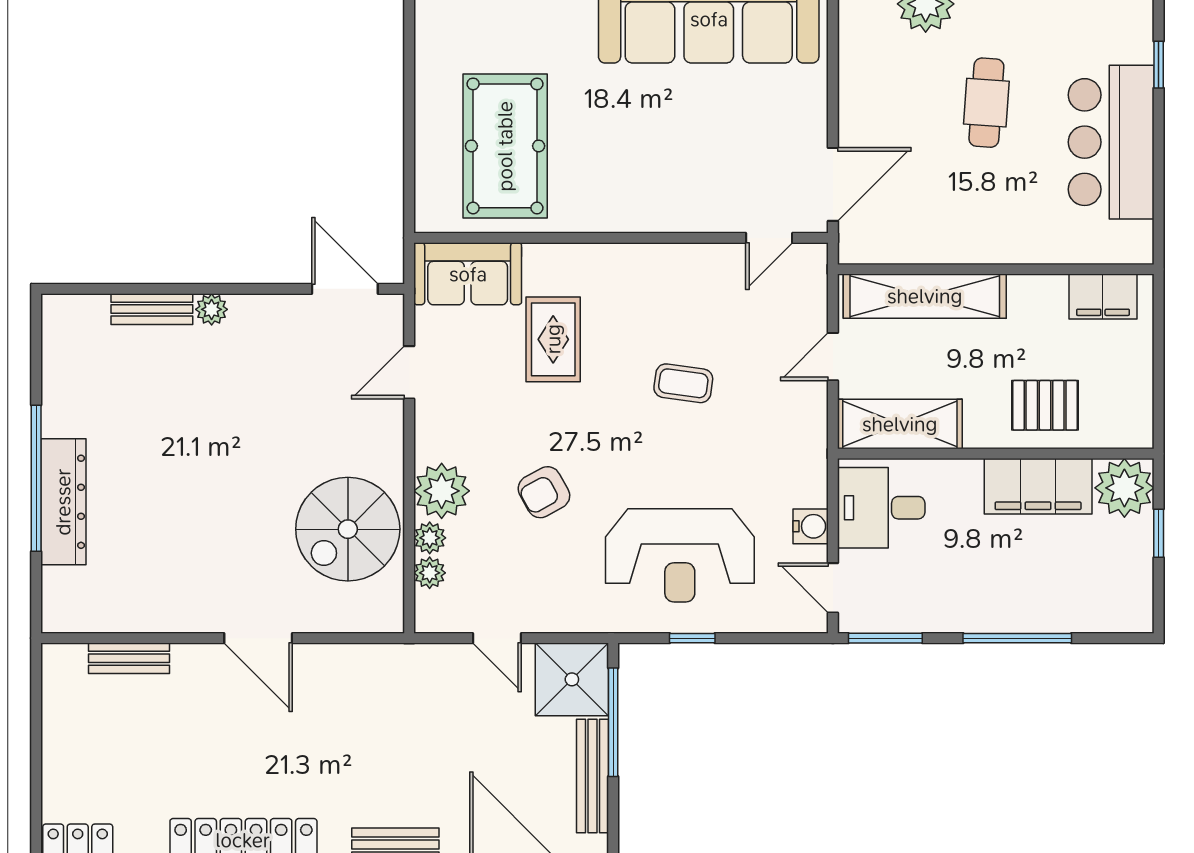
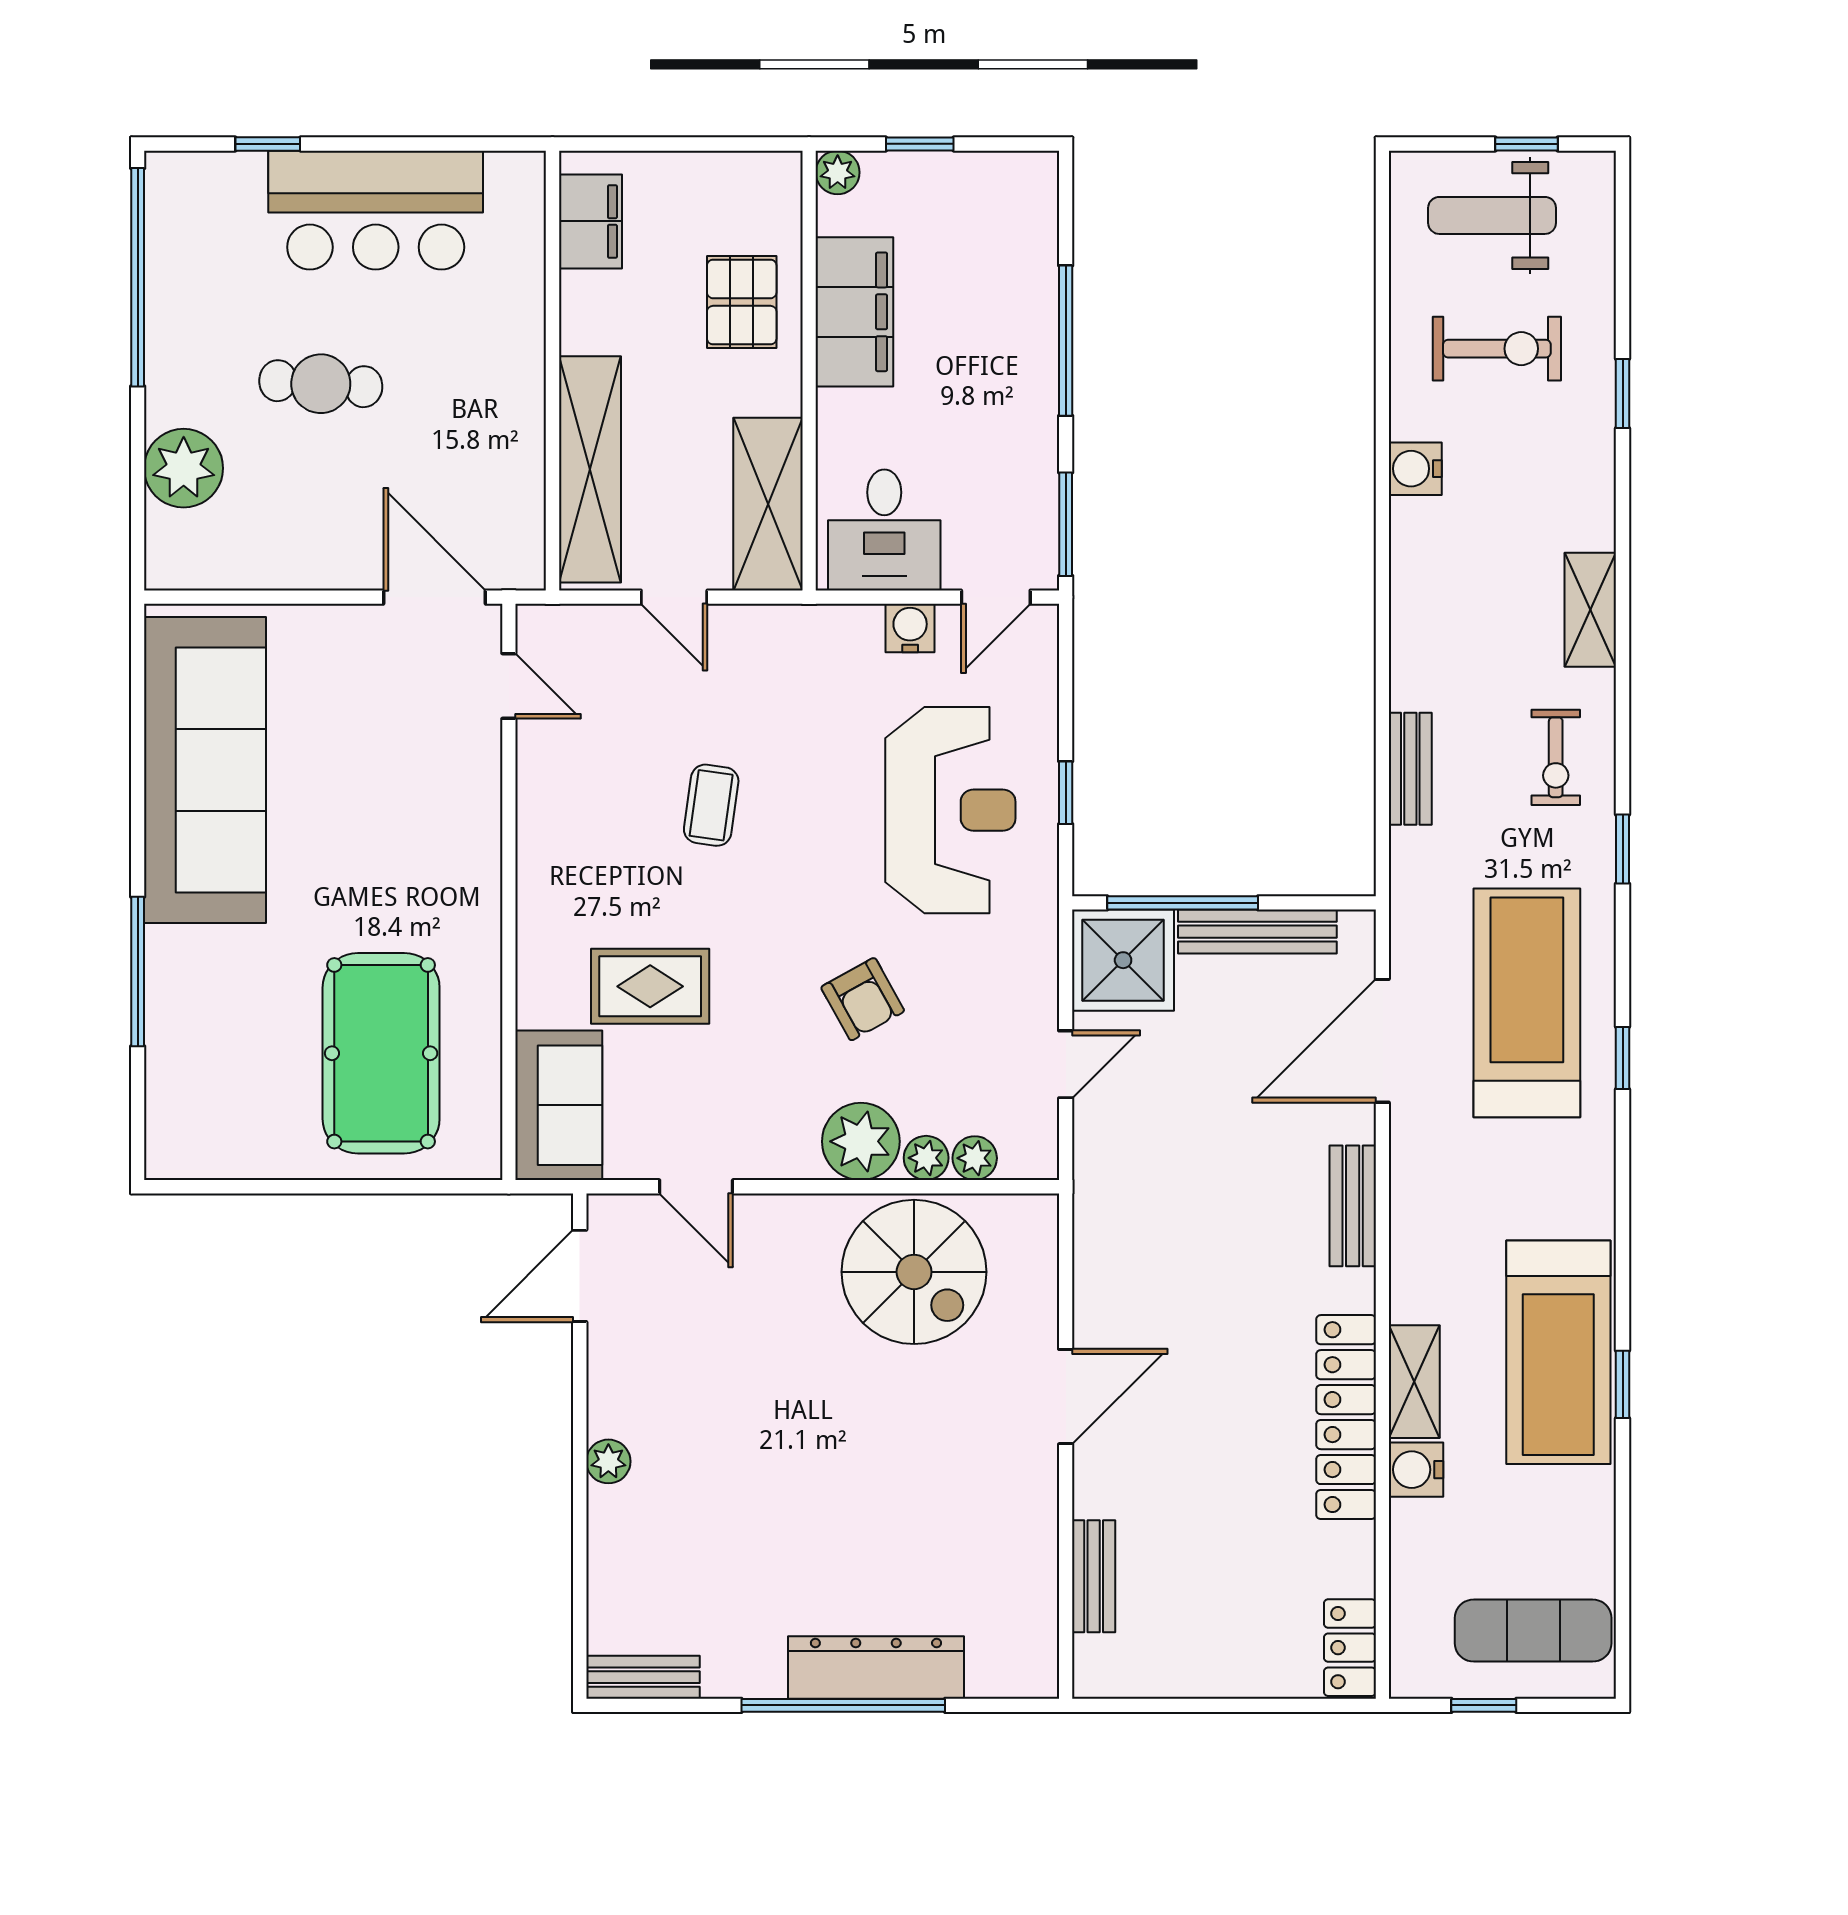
pool table: (505, 146) -> (381, 1053), turned 90
bench: (152, 309) -> (643, 1677), moved, turned 90
plant: (1124, 488) -> (838, 172), width x0.53, depth x0.53

